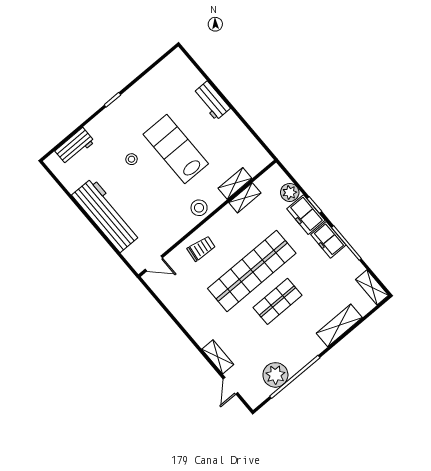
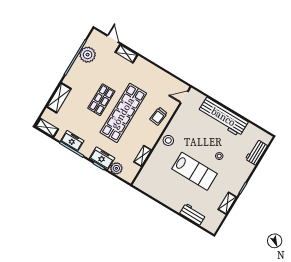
workbench: (212, 101) -> (193, 214), moved
shelving: (235, 183) -> (227, 203), moved
freezer: (328, 240) -> (72, 141), moved

